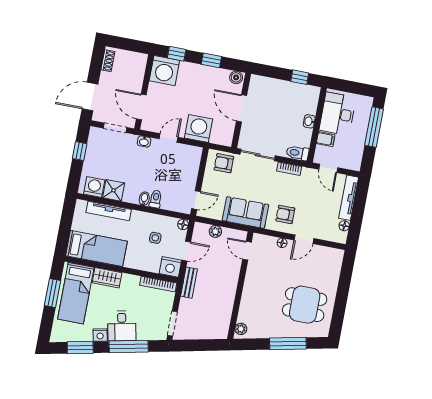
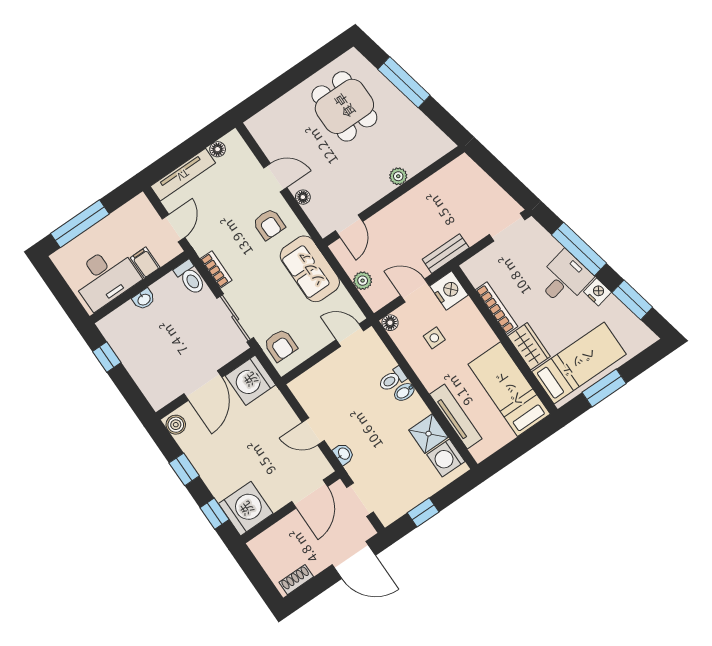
washing machine: (198, 128) -> (250, 380), moved
bookcase: (158, 284) -> (497, 308), moved
plant: (241, 329) -> (398, 176), moved

